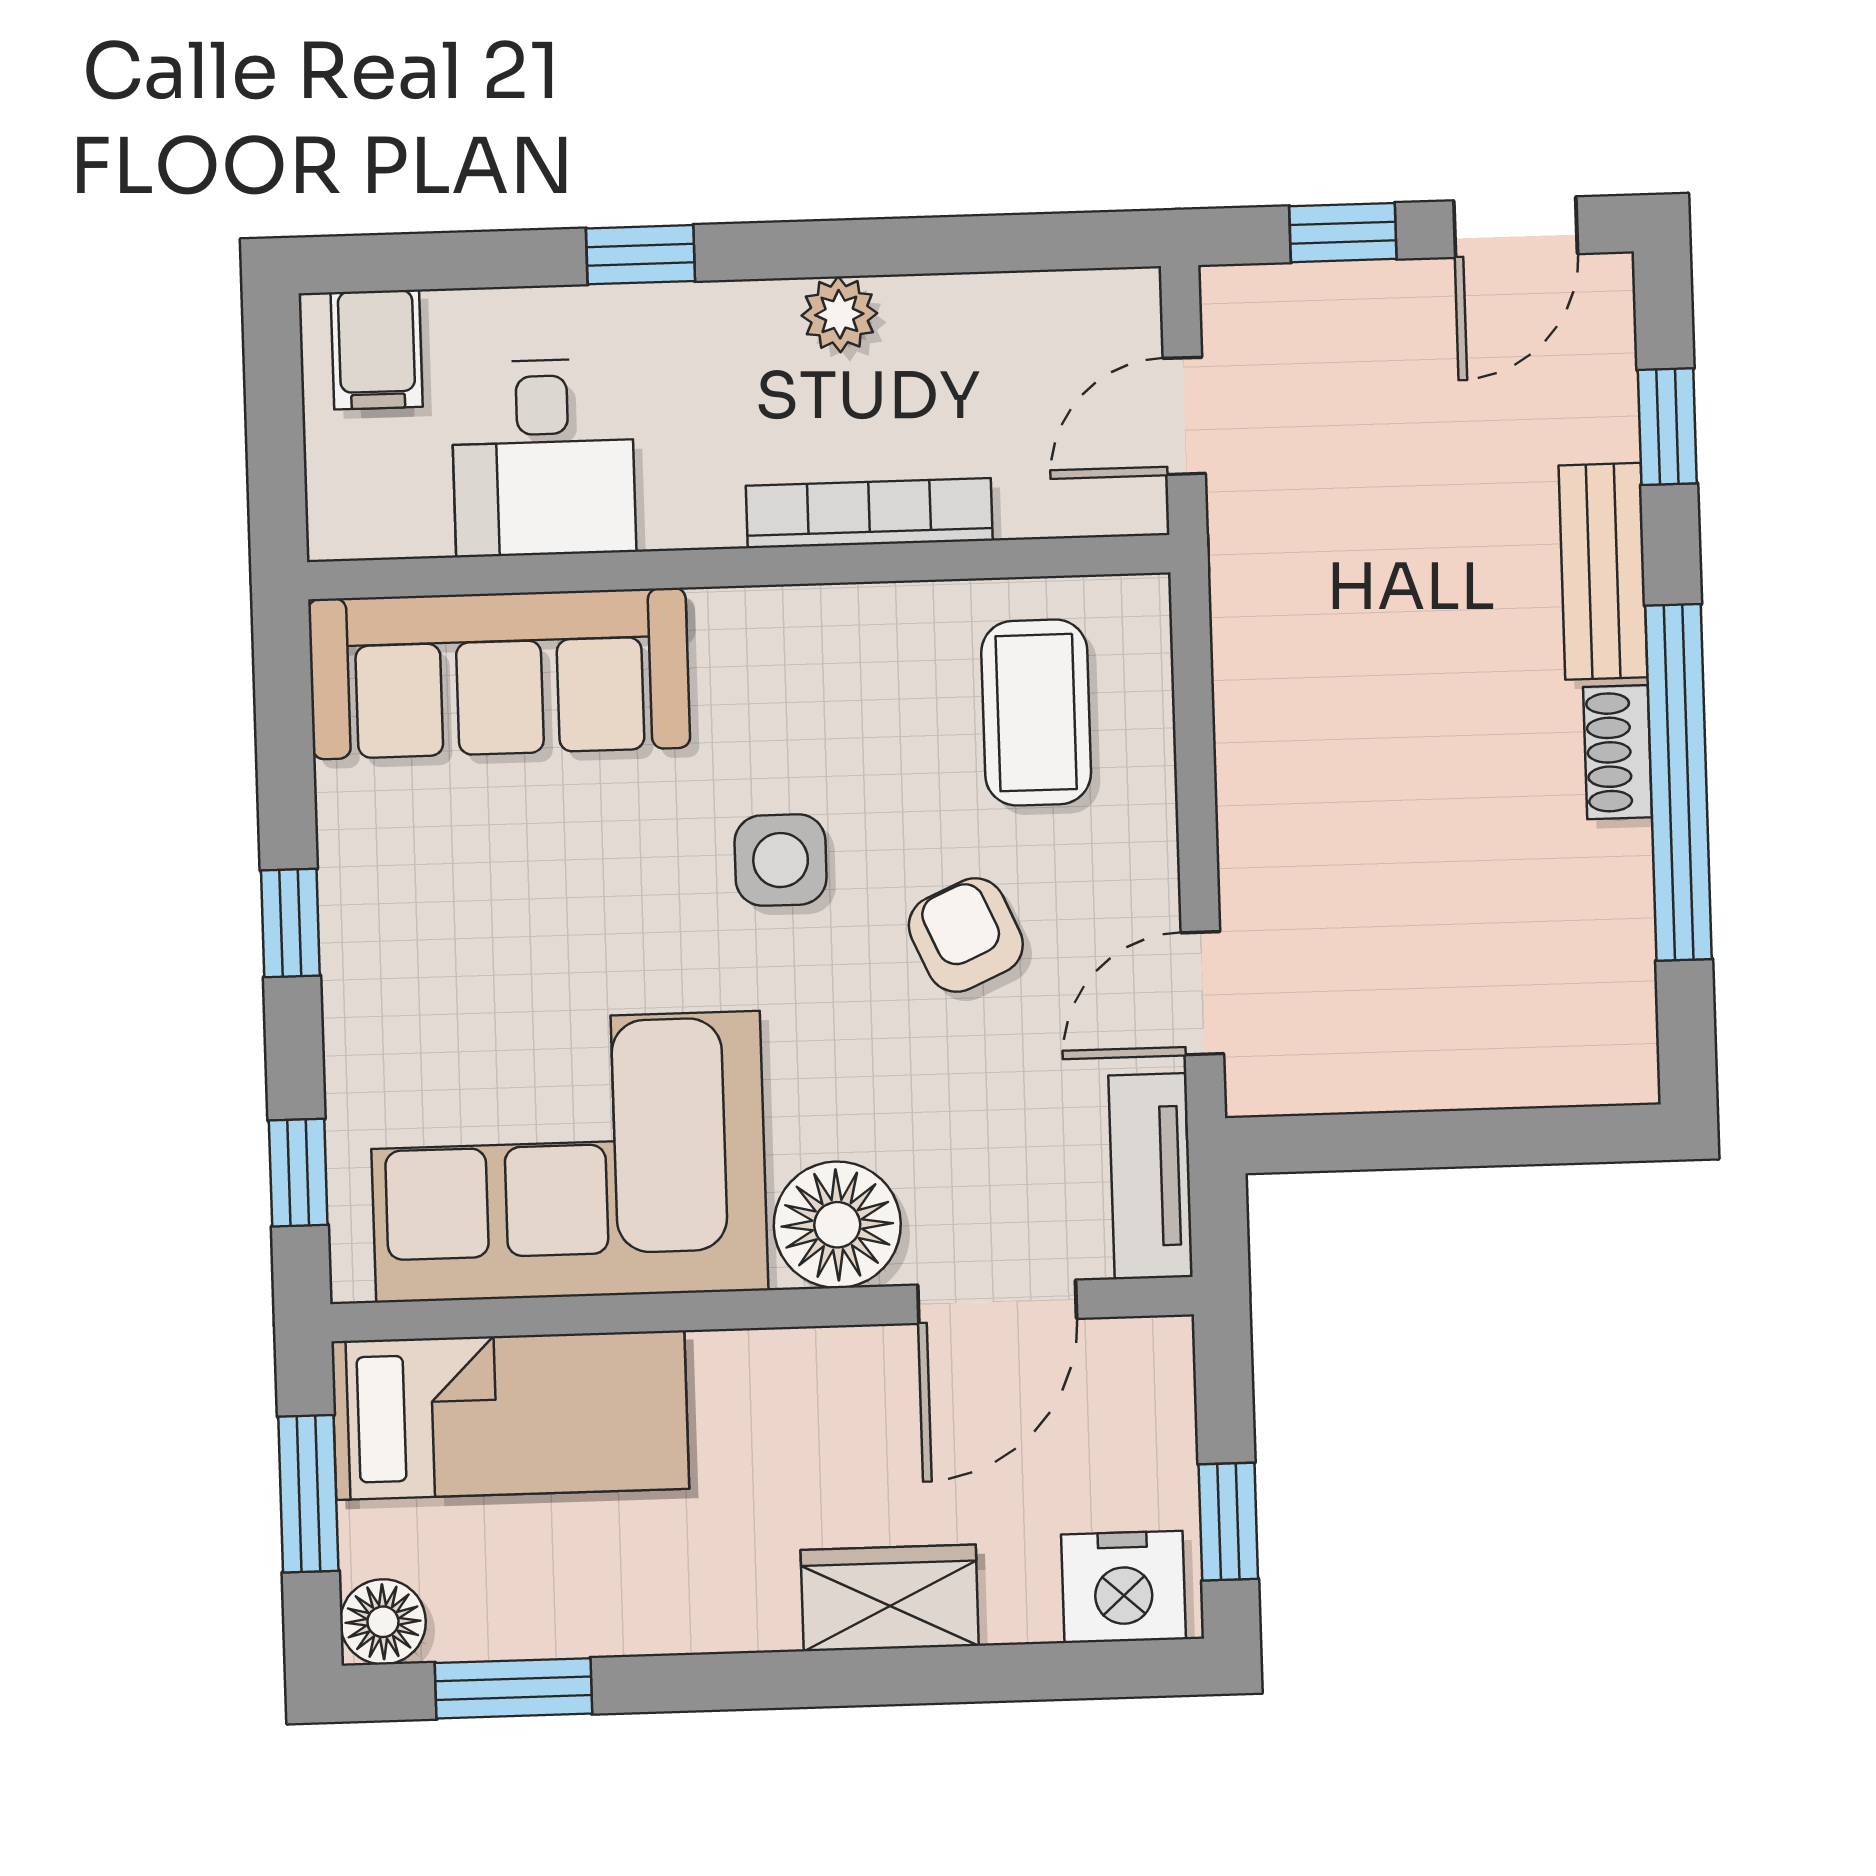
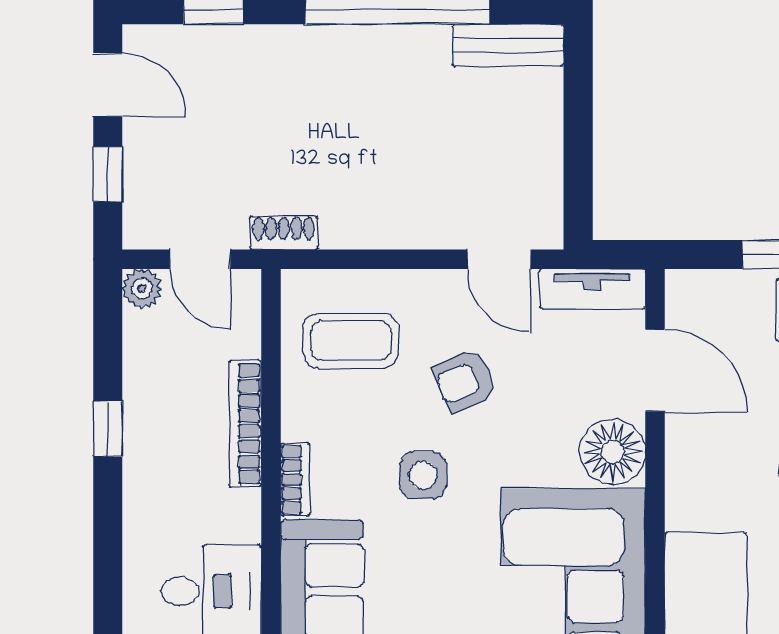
window: (640, 255) -> (108, 429), moved
plant: (839, 314) -> (142, 288), moved
bench: (1603, 571) -> (508, 45), moved
bookcase: (764, 613) -> (295, 480), added
shoe rack: (1617, 752) -> (284, 233), moved, turned 180

